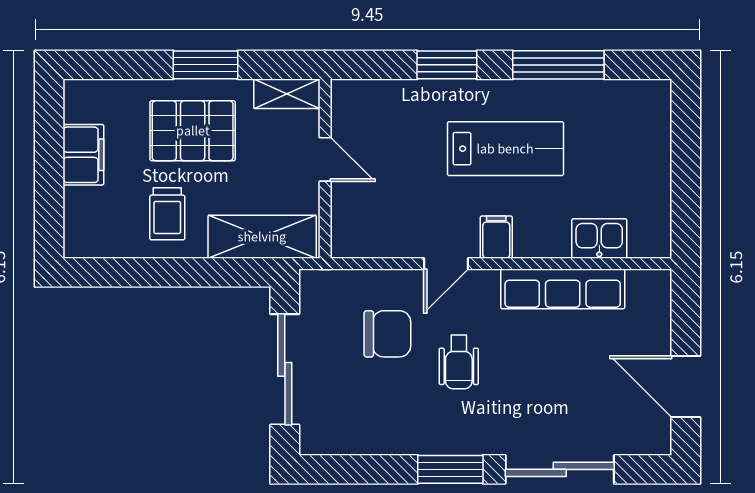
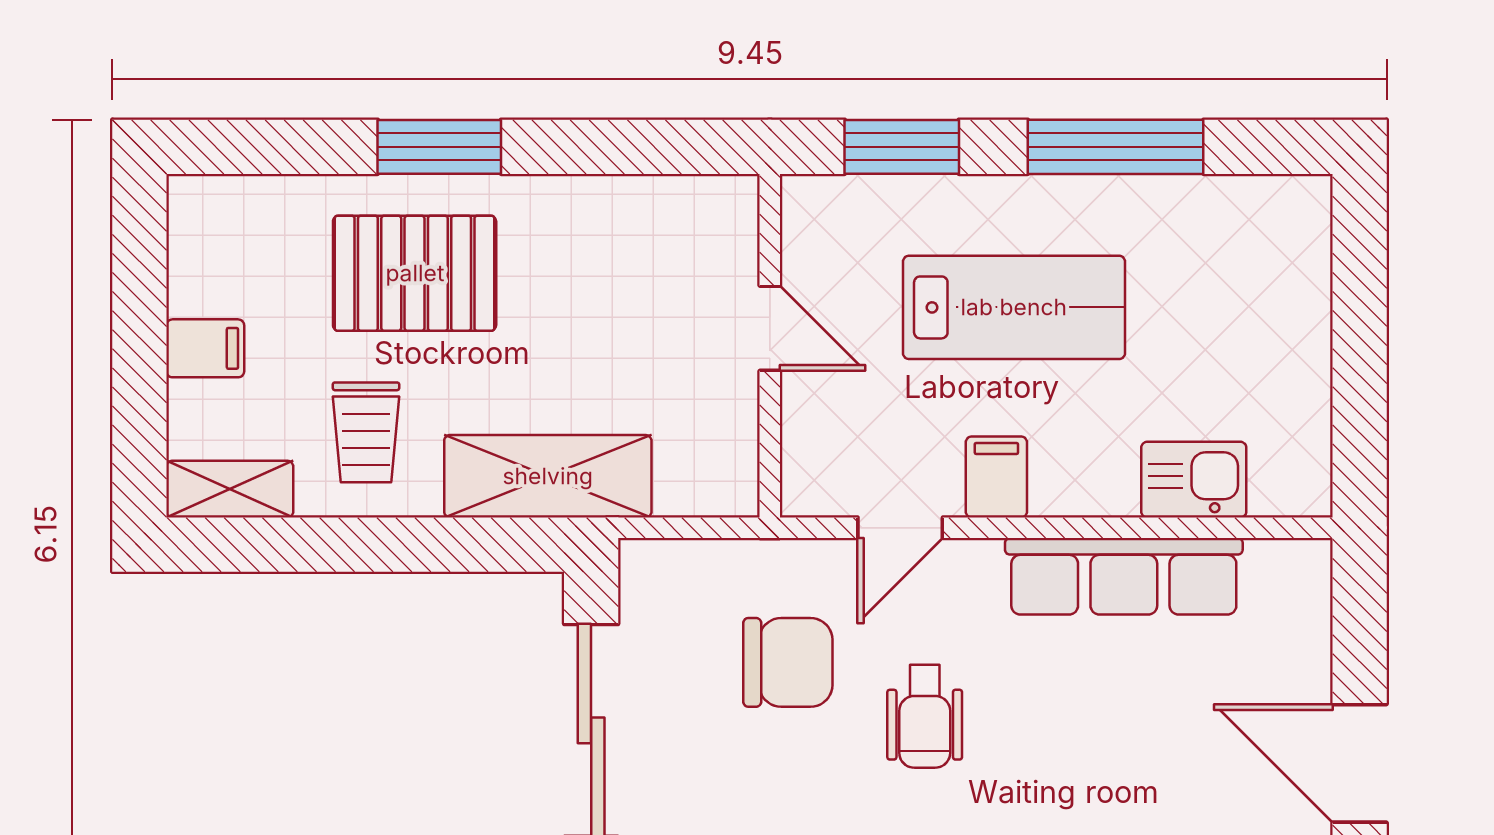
shelving: (287, 94) -> (230, 489), moved
filing cabinet: (83, 155) -> (205, 348), width x0.50
door: (325, 159) -> (770, 328), moved
wall: (325, 169) -> (770, 346), moved

